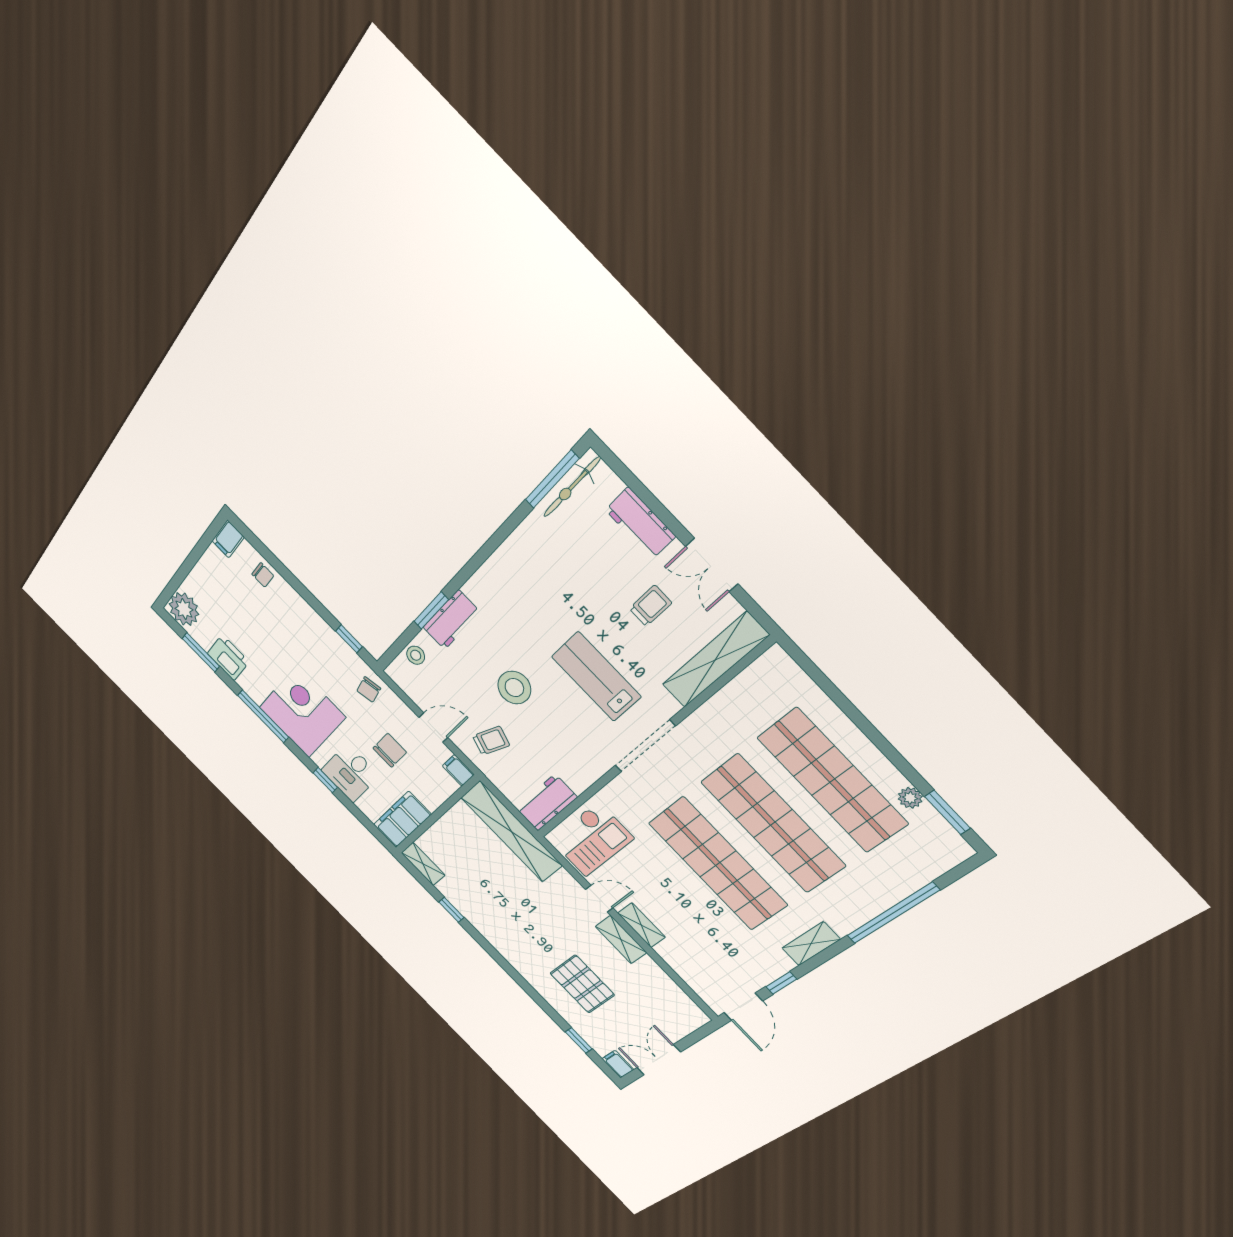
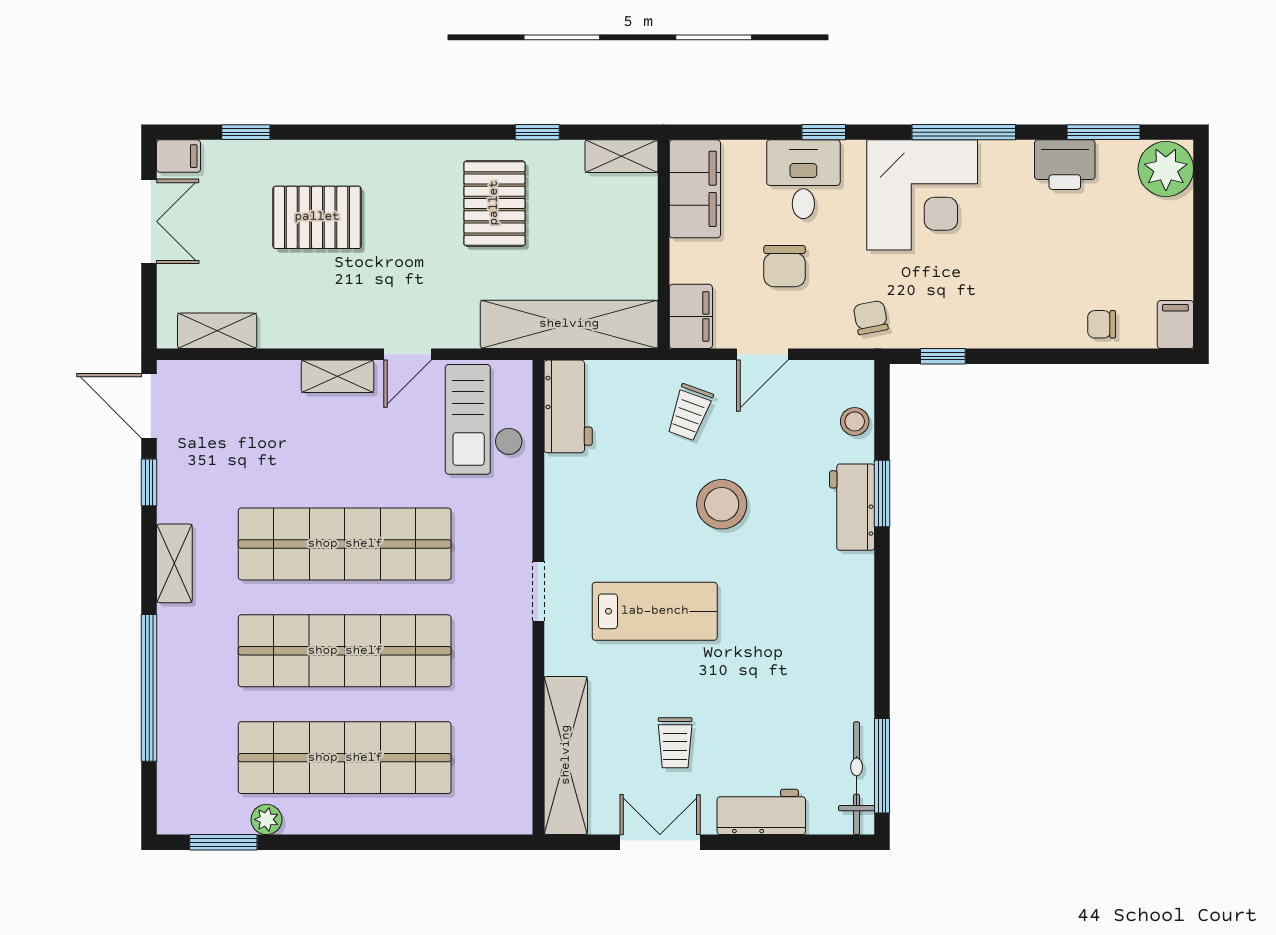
doorway: (645, 746) -> (538, 591), width x0.53
filing cabinet: (458, 770) -> (691, 316), width x2.00
pallet: (497, 907) -> (494, 203), added
shelving: (621, 940) -> (217, 331), moved

